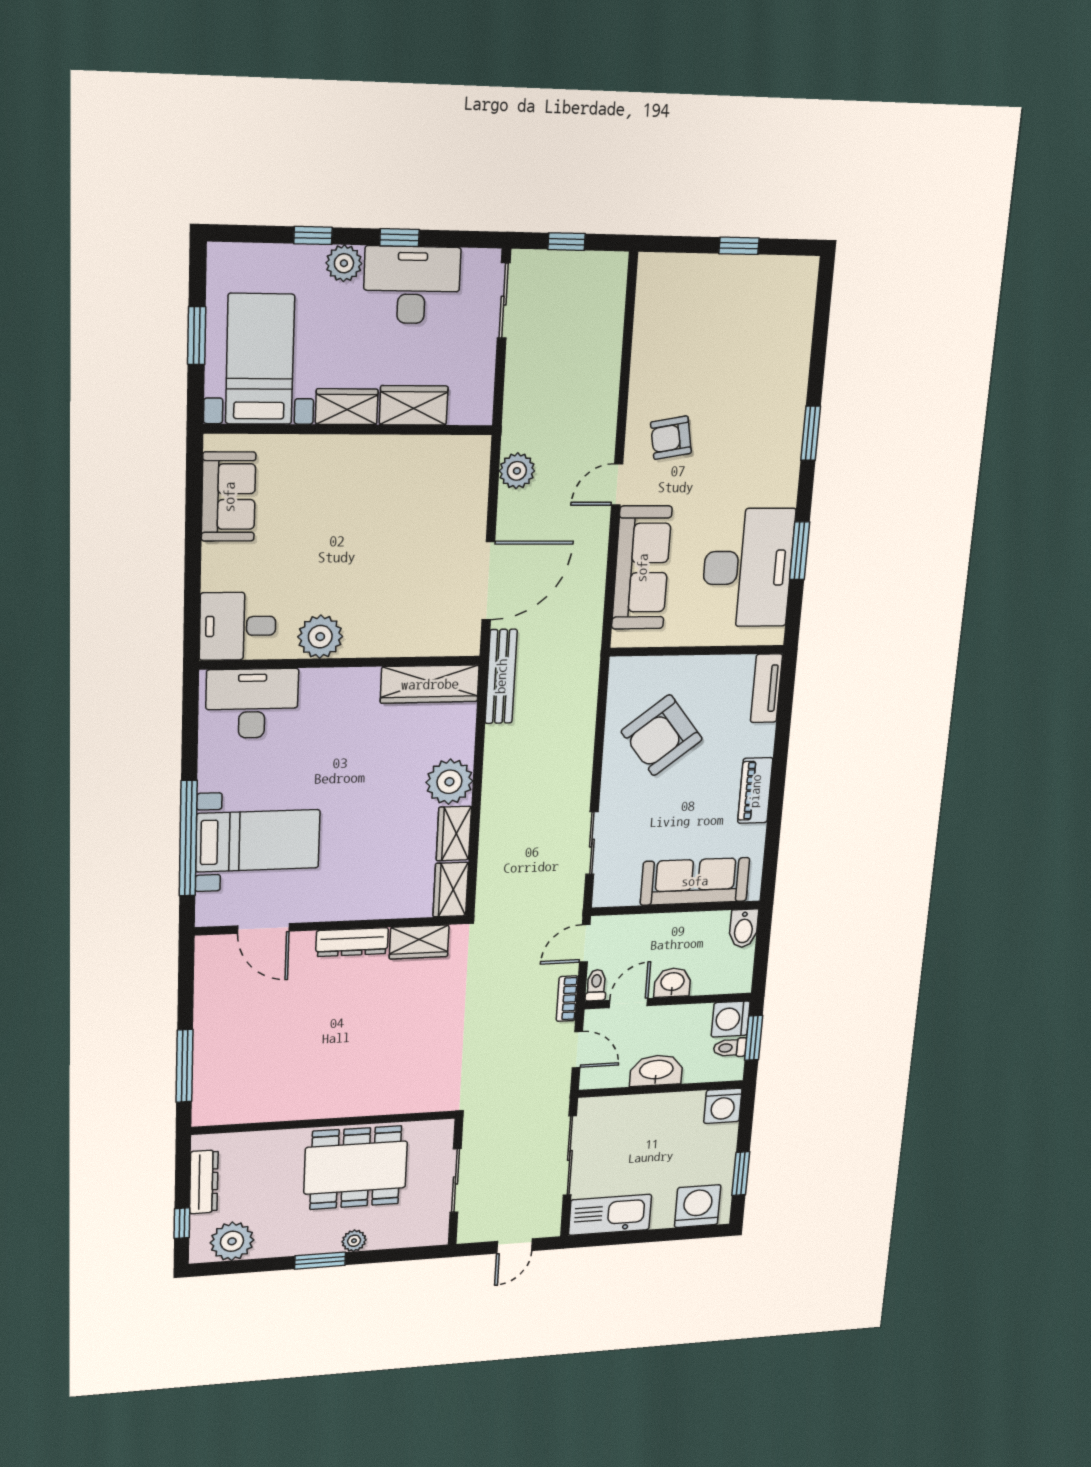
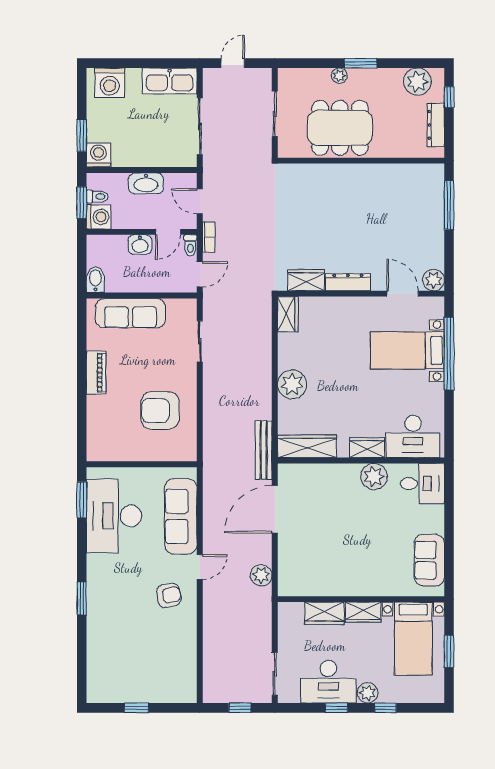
window: (800, 551) -> (82, 500), moved
tv unit: (767, 688) -> (95, 439), removed
armchair: (662, 735) -> (160, 411), turned -142
wardrobe: (454, 833) -> (367, 448), moved, turned -90
plant: (212, 952) -> (434, 280), added
window: (741, 1174) -> (82, 135), moved

